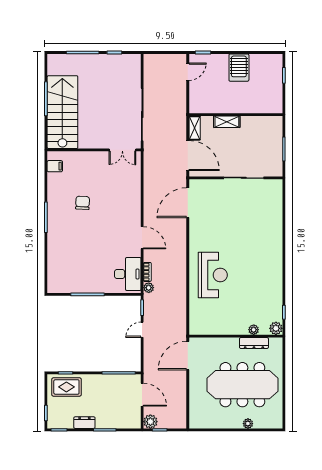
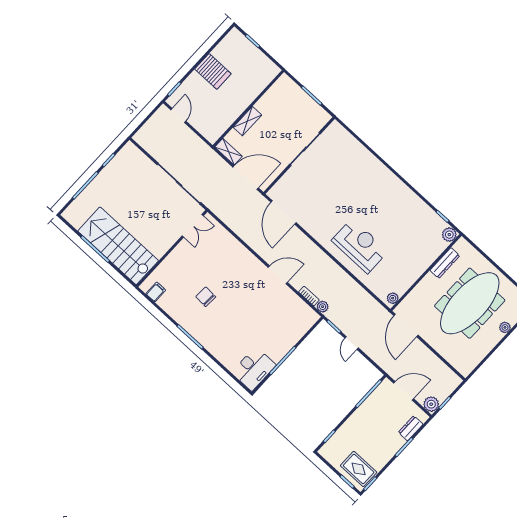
desk: (128, 274) -> (254, 369), moved, turned 90
plant: (254, 330) -> (393, 298), moved
rug: (66, 387) -> (359, 469), moved, turned 90
dresser: (84, 423) -> (411, 428), moved

